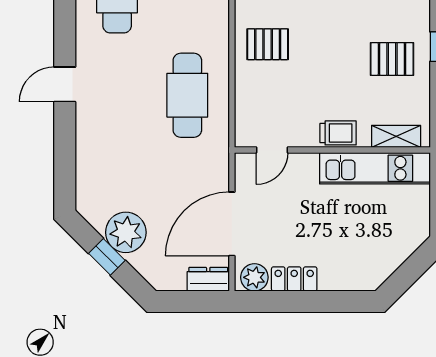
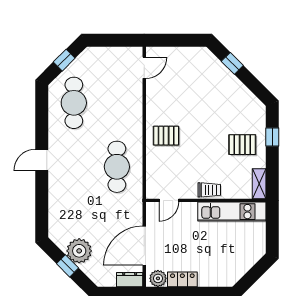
shelving: (396, 136) -> (259, 184), moved, turned 90

